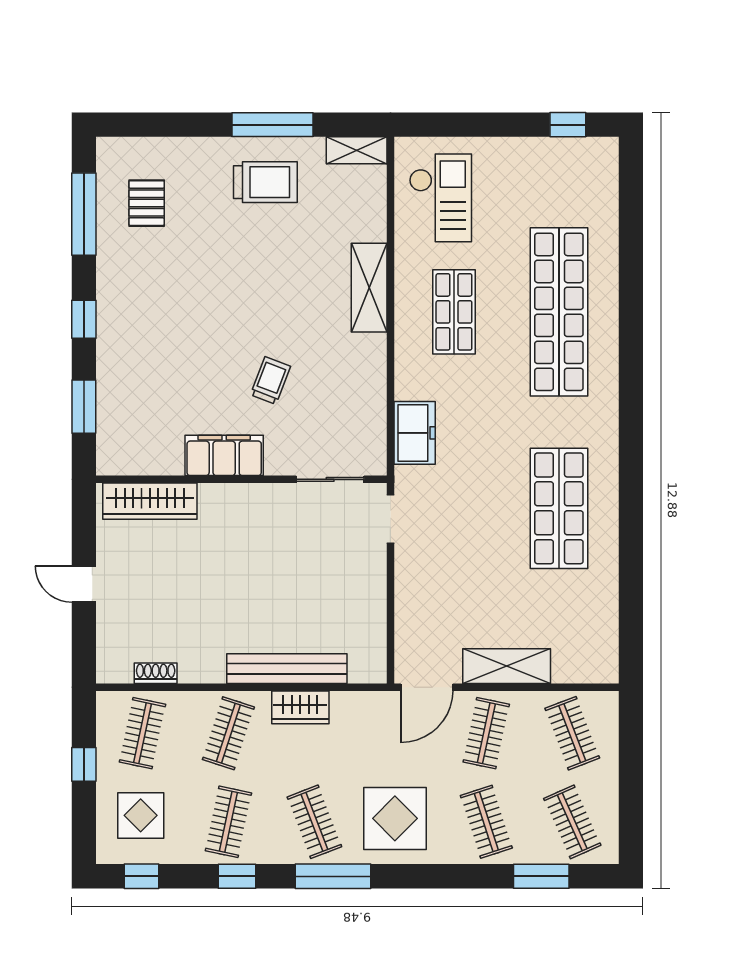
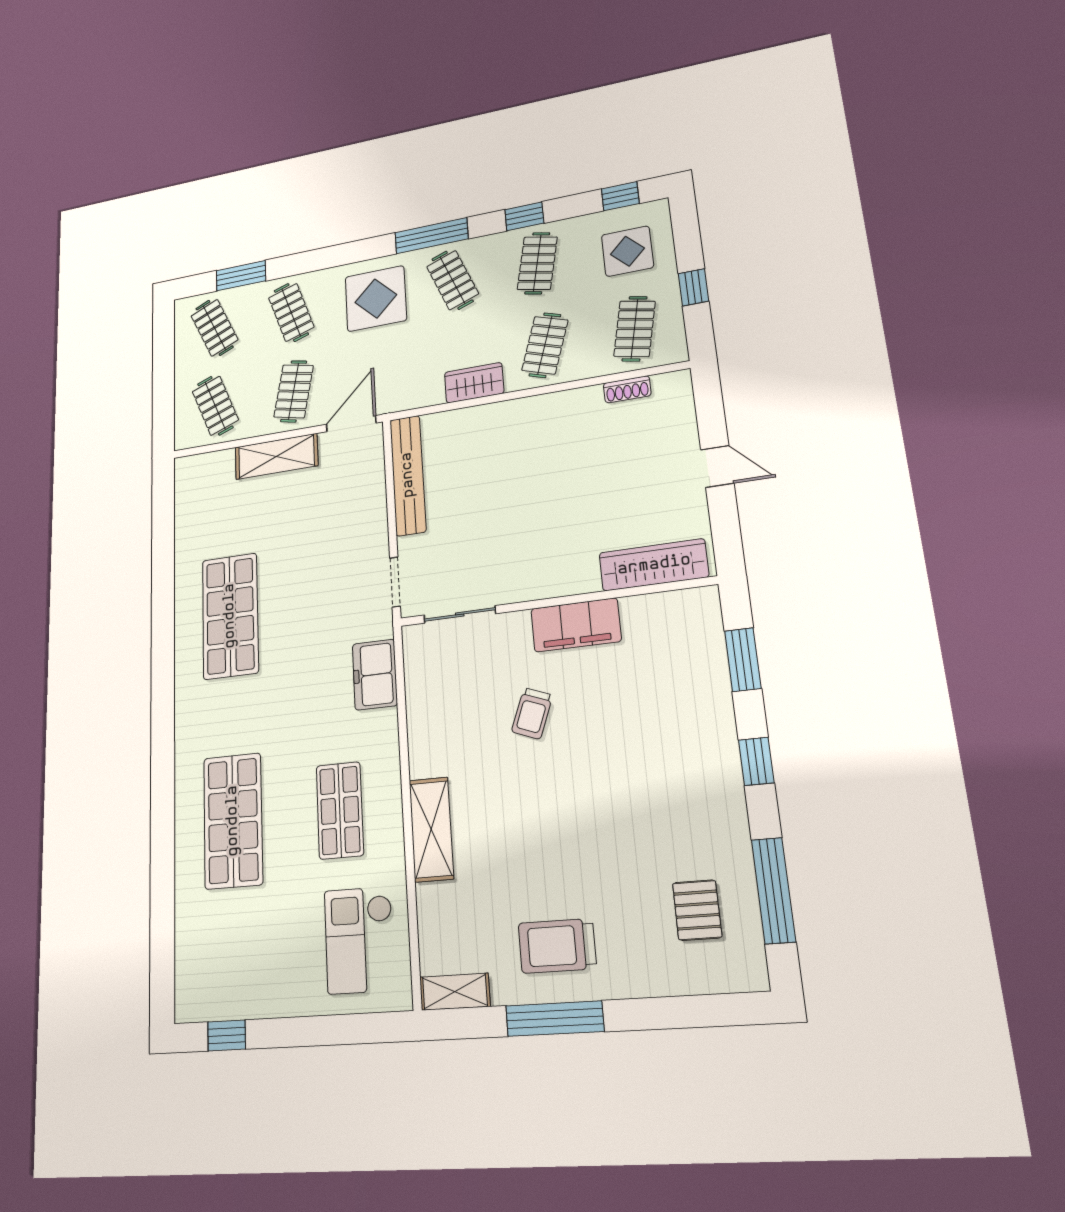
shop shelf: (559, 312) -> (233, 821), width x0.71
bench: (287, 669) -> (408, 475), moved, turned 90

